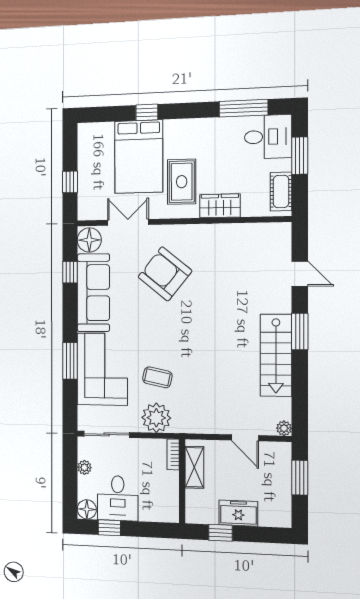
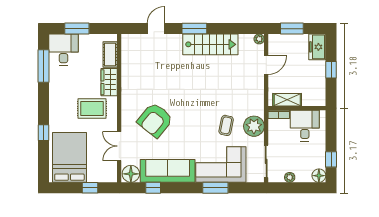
bed: (139, 157) -> (69, 157), moved, turned -90
cot: (281, 191) -> (110, 54), moved, turned 90
desk: (118, 498) -> (305, 126), moved, turned -90
freezer: (238, 513) -> (317, 47), moved
window: (221, 533) -> (331, 70), moved

